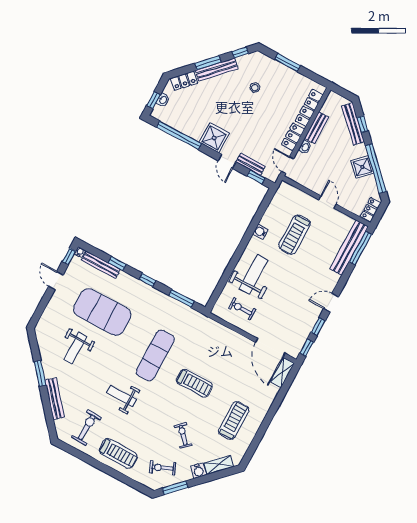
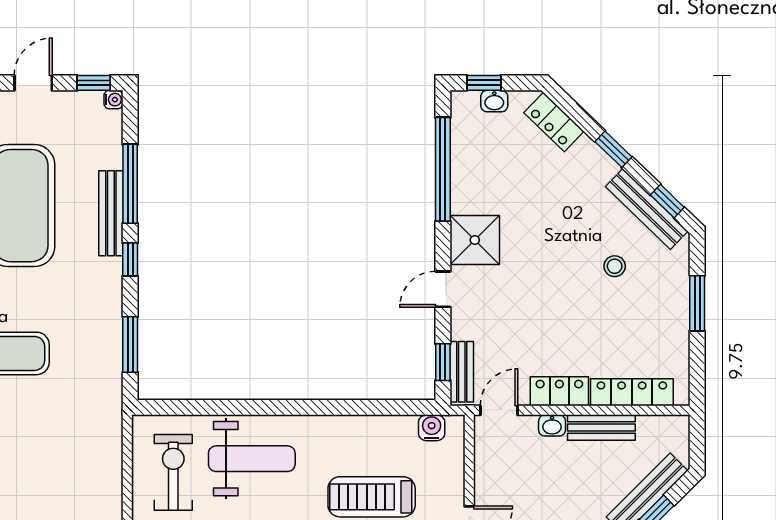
window: (208, 63) -> (613, 149), width x0.67
bench: (217, 69) -> (647, 209), moved
bench: (250, 164) -> (462, 372), moved
water cooler: (260, 232) -> (432, 428), moved
window: (117, 264) -> (130, 184), width x2.17
bench: (101, 265) -> (111, 213), moved
exercise bike: (242, 309) -> (173, 472), width x1.38, depth x1.39

